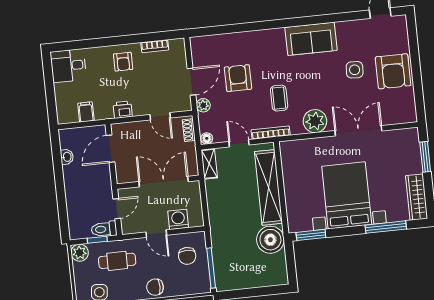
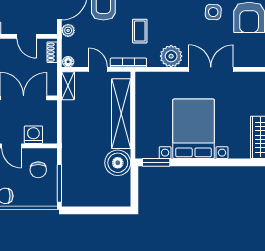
window: (386, 227) -> (227, 162), removed

